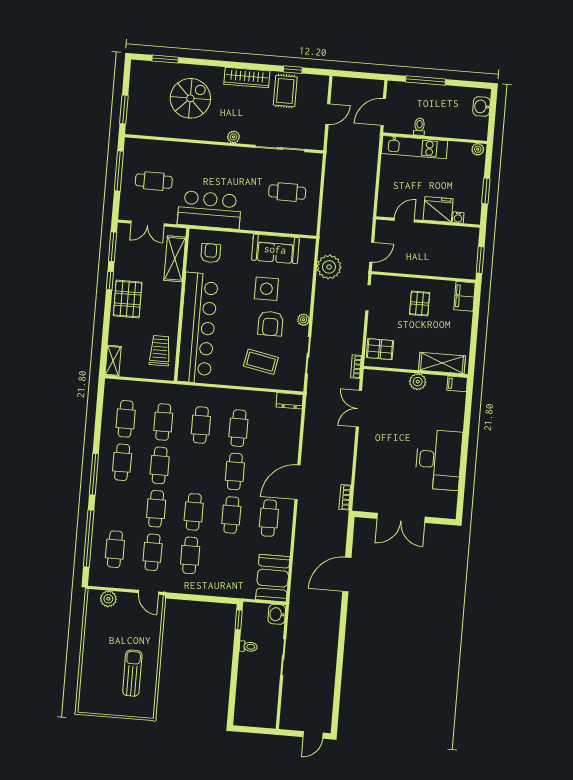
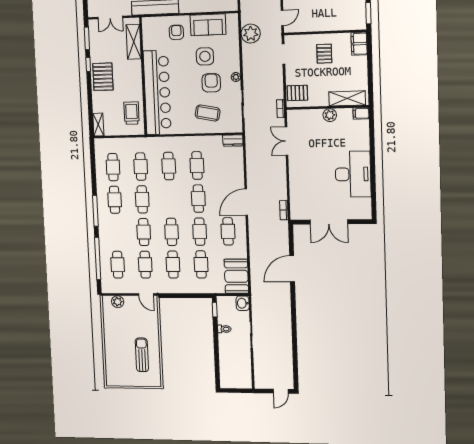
armchair: (211, 253) -> (176, 32), moved
armchair: (270, 324) -> (211, 83), turned 180
cafe table: (228, 558) -> (201, 264), added

